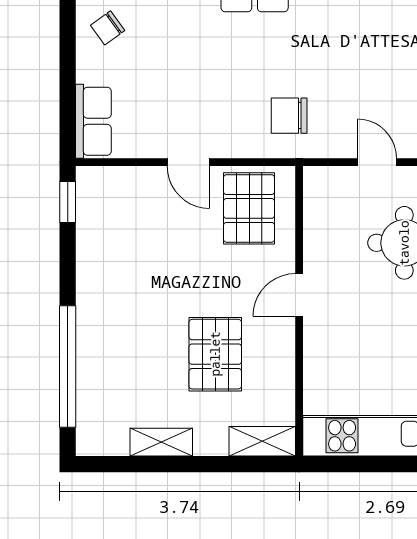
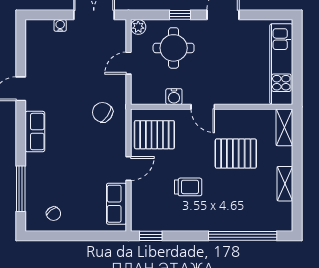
chair: (289, 116) -> (103, 112), turned 125
row of seats: (93, 121) -> (117, 204), moved, turned -90
water cooler: (317, 243) -> (174, 97), added
trolley: (155, 269) -> (188, 187), added

